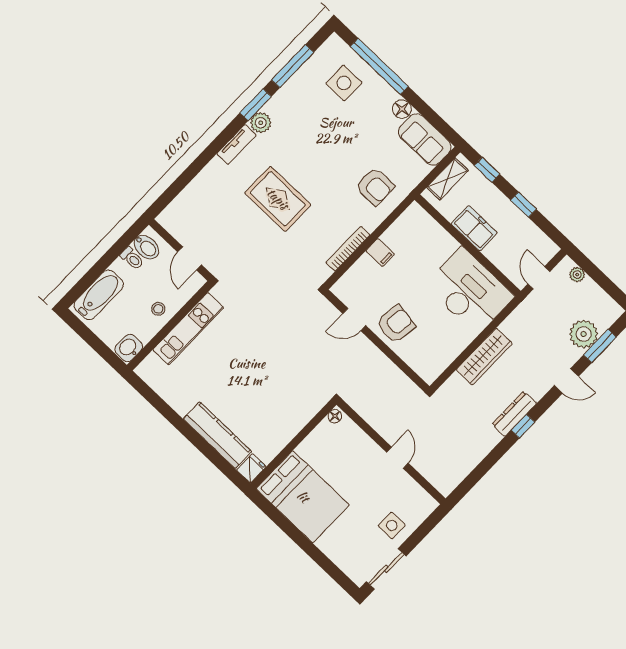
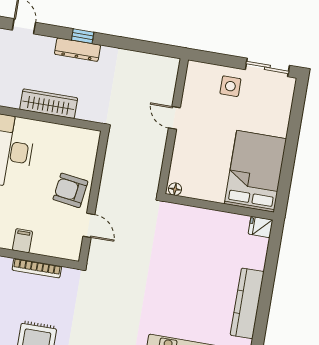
kitchen counter: (217, 435) -> (247, 303), moved
door: (397, 458) -> (174, 118), hinge flipped

